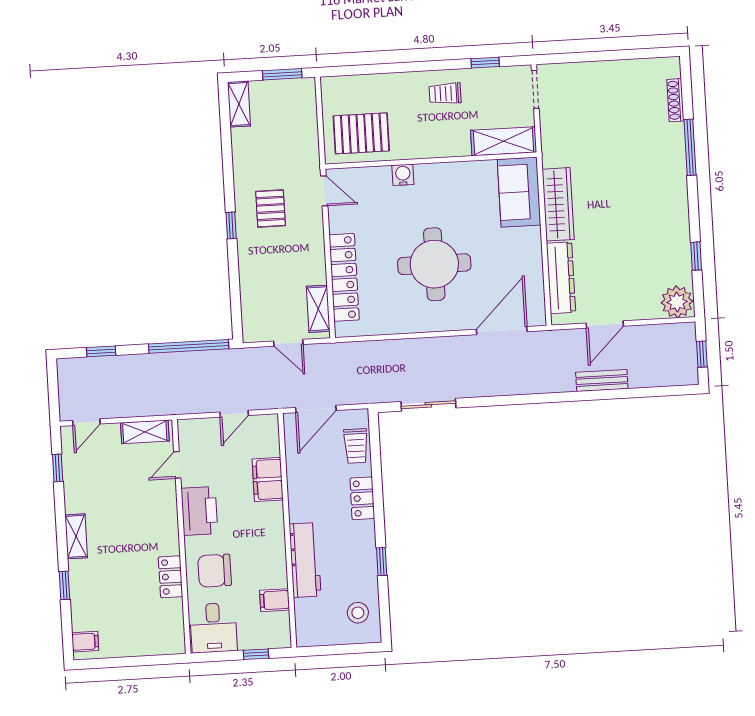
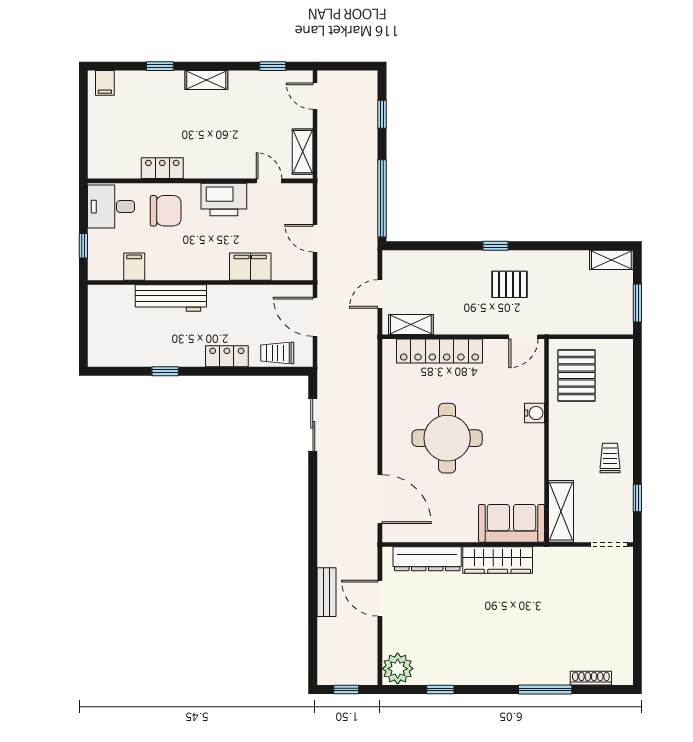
chair: (215, 571) -> (166, 211), turned 90
stool: (358, 613) -> (118, 346), removed

